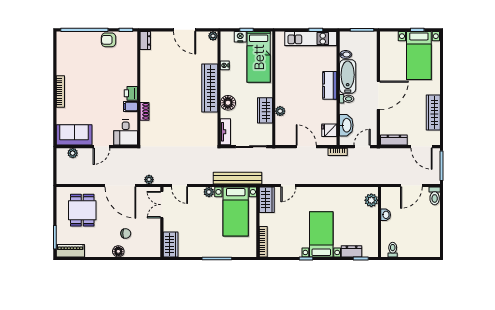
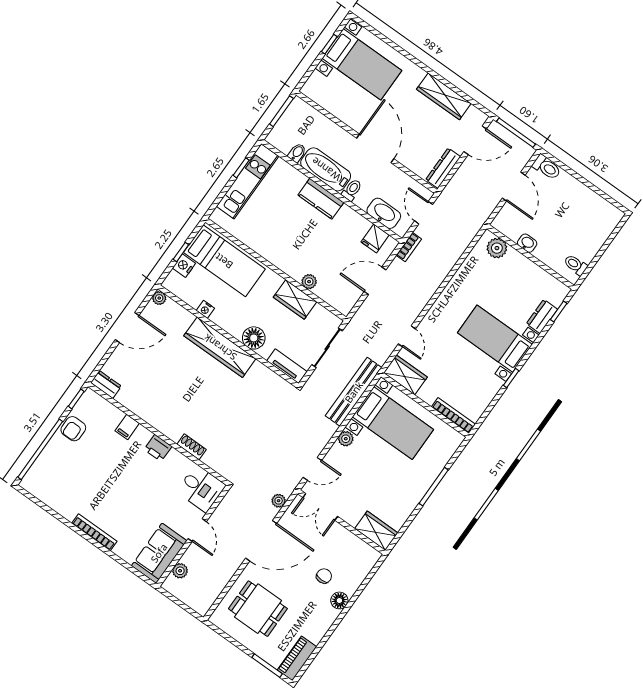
filing cabinet: (130, 107) -> (127, 427), moved

